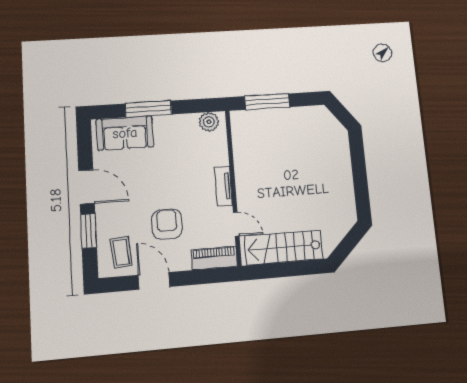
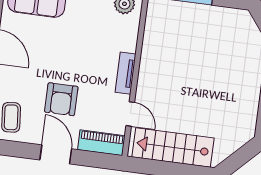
armchair: (167, 224) -> (61, 99), turned 180
door: (154, 281) -> (56, 154), moved

